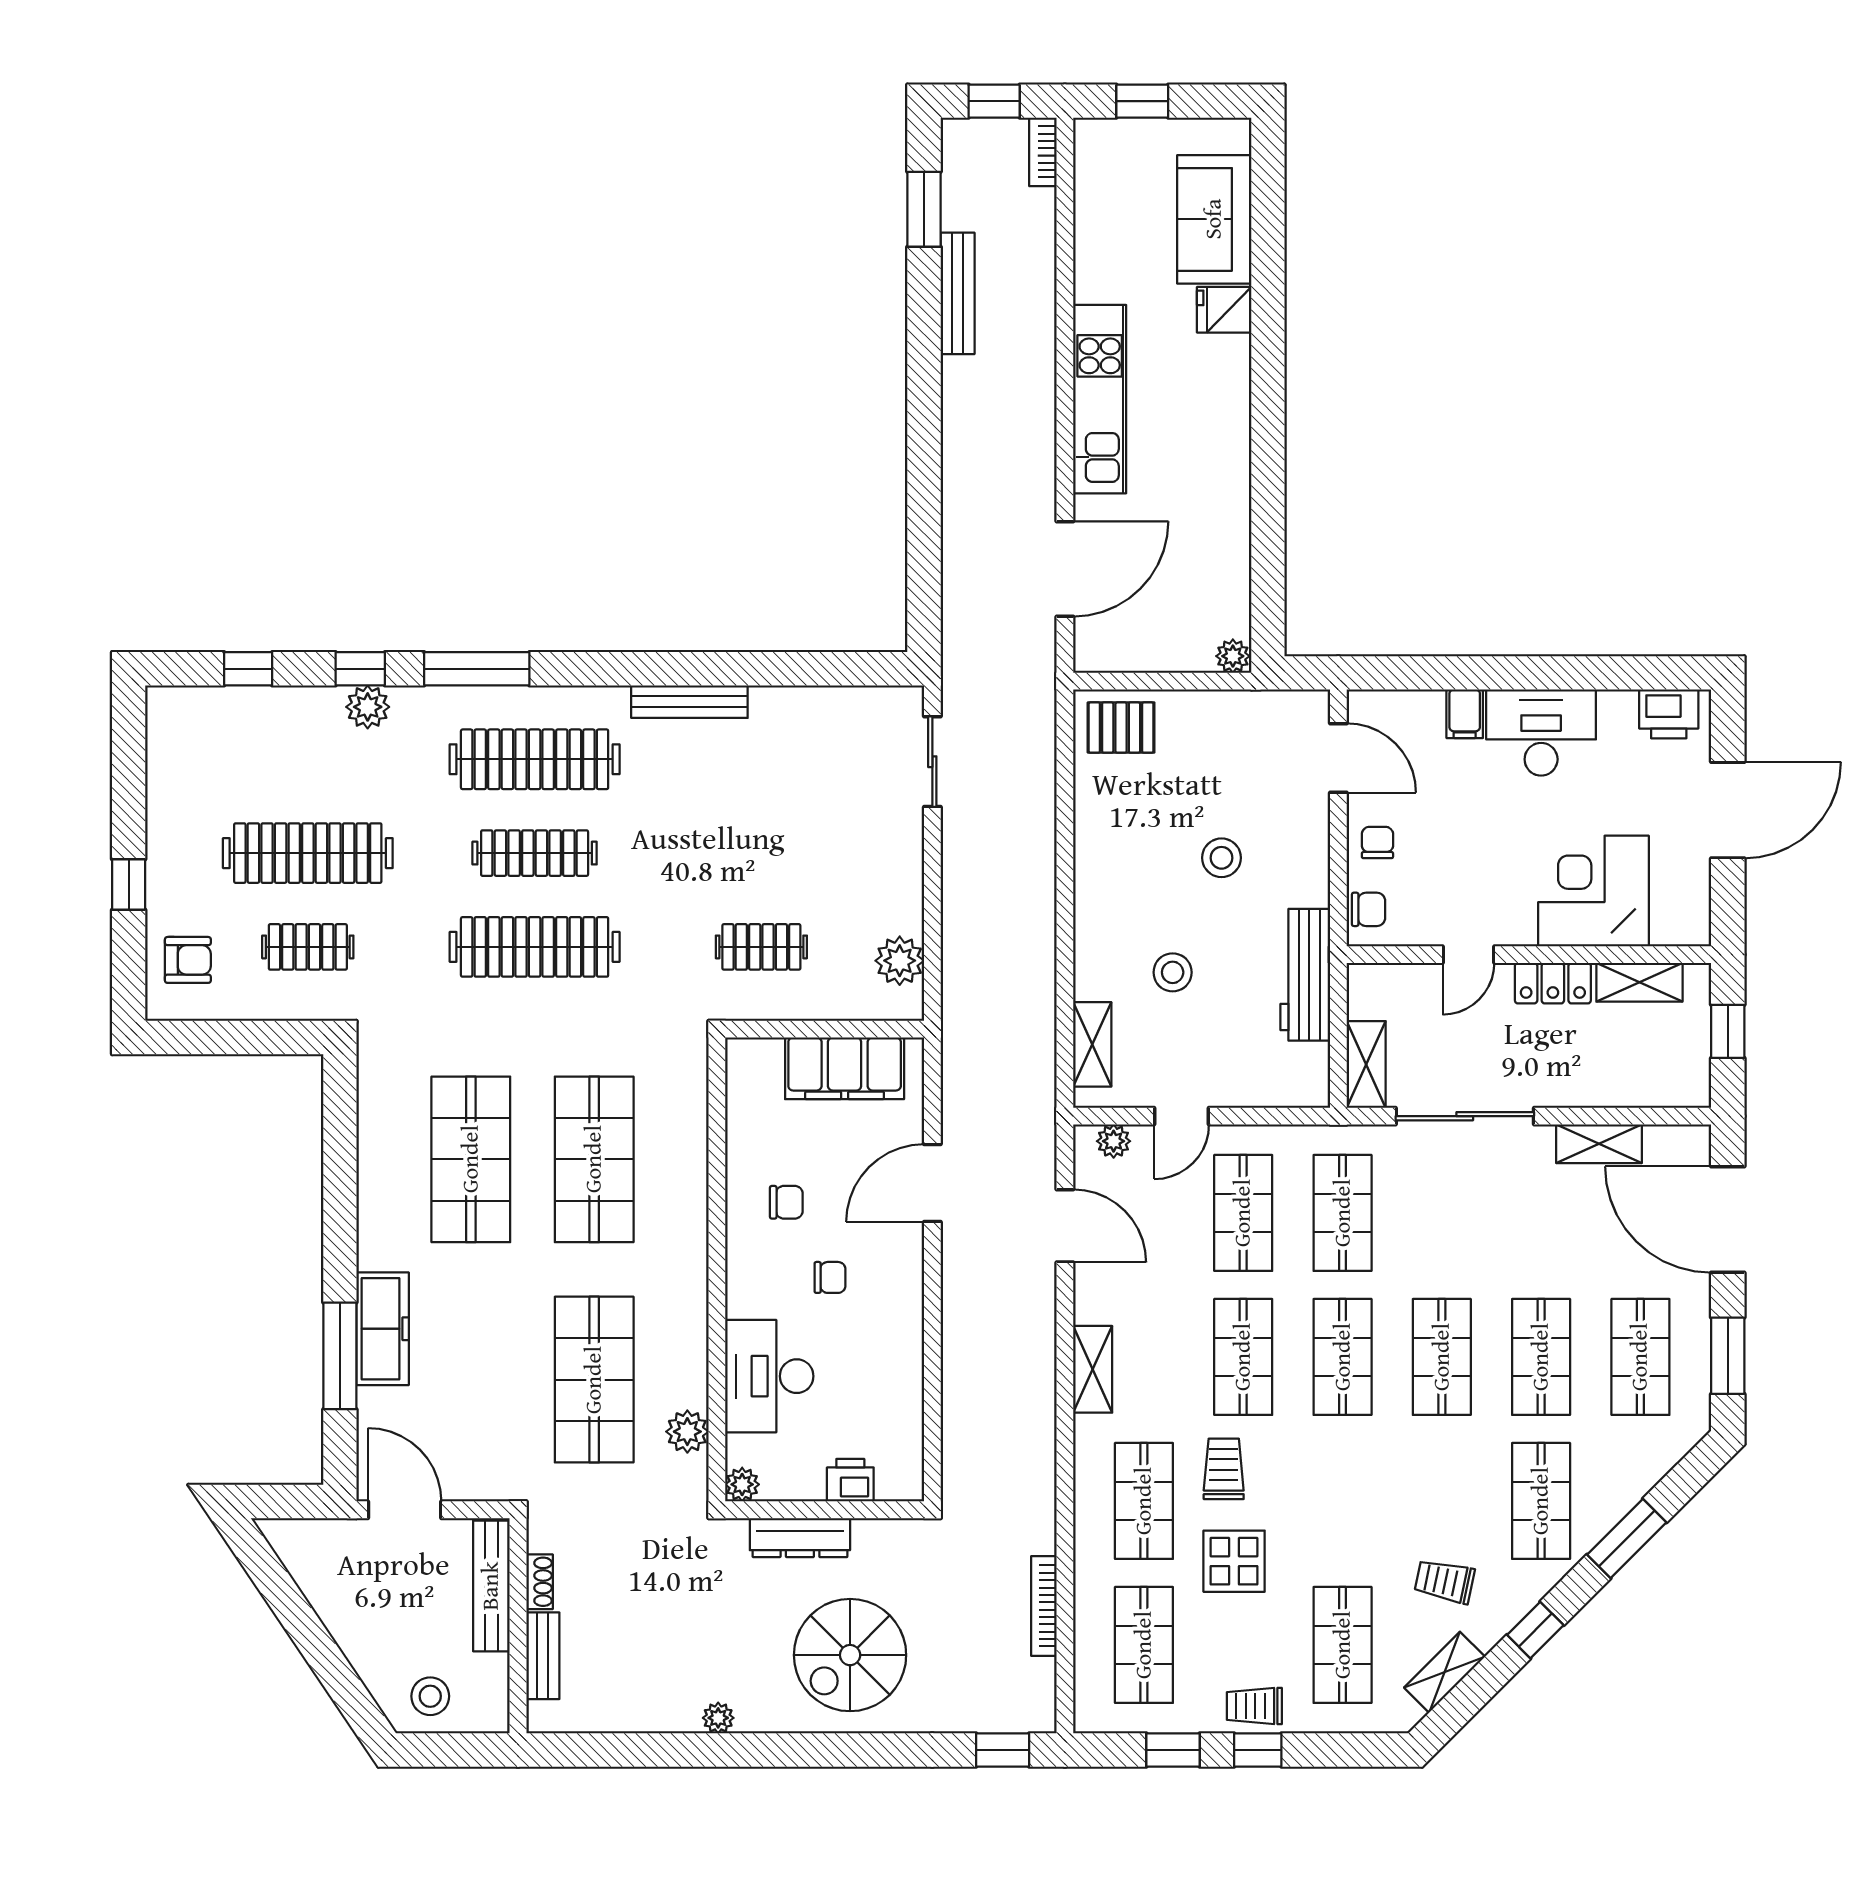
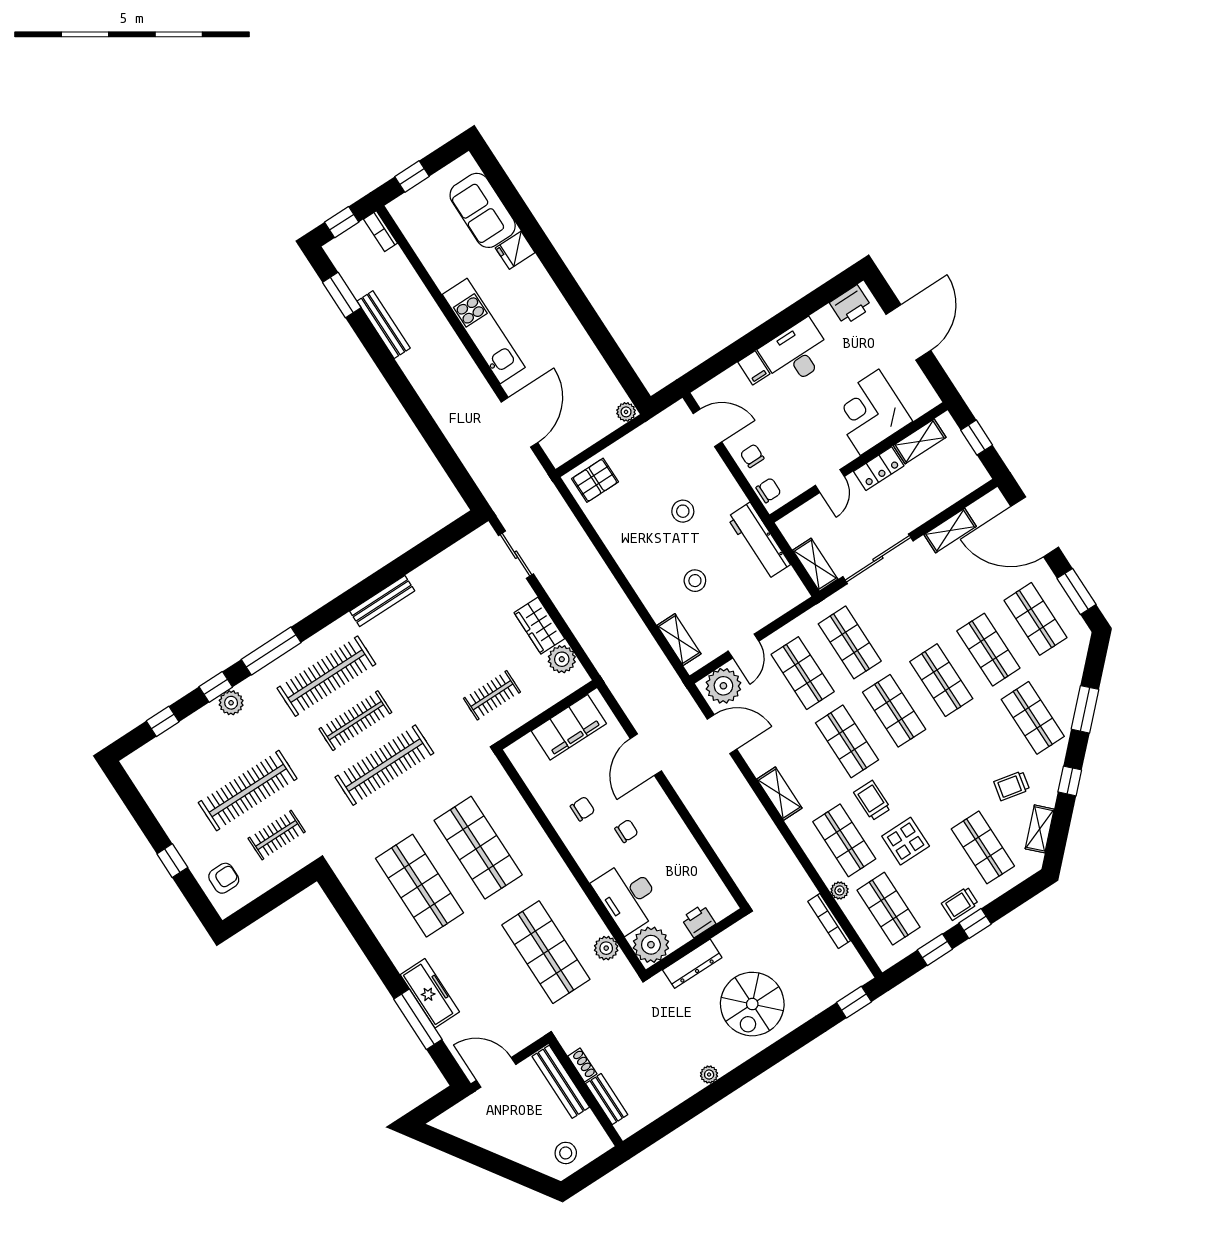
wardrobe: (899, 889) -> (539, 626), added
plant: (1114, 1141) -> (723, 686), width x1.87, depth x1.87
plant: (742, 1484) -> (651, 945), width x1.87, depth x1.87
plant: (1089, 1571) -> (840, 890), added

